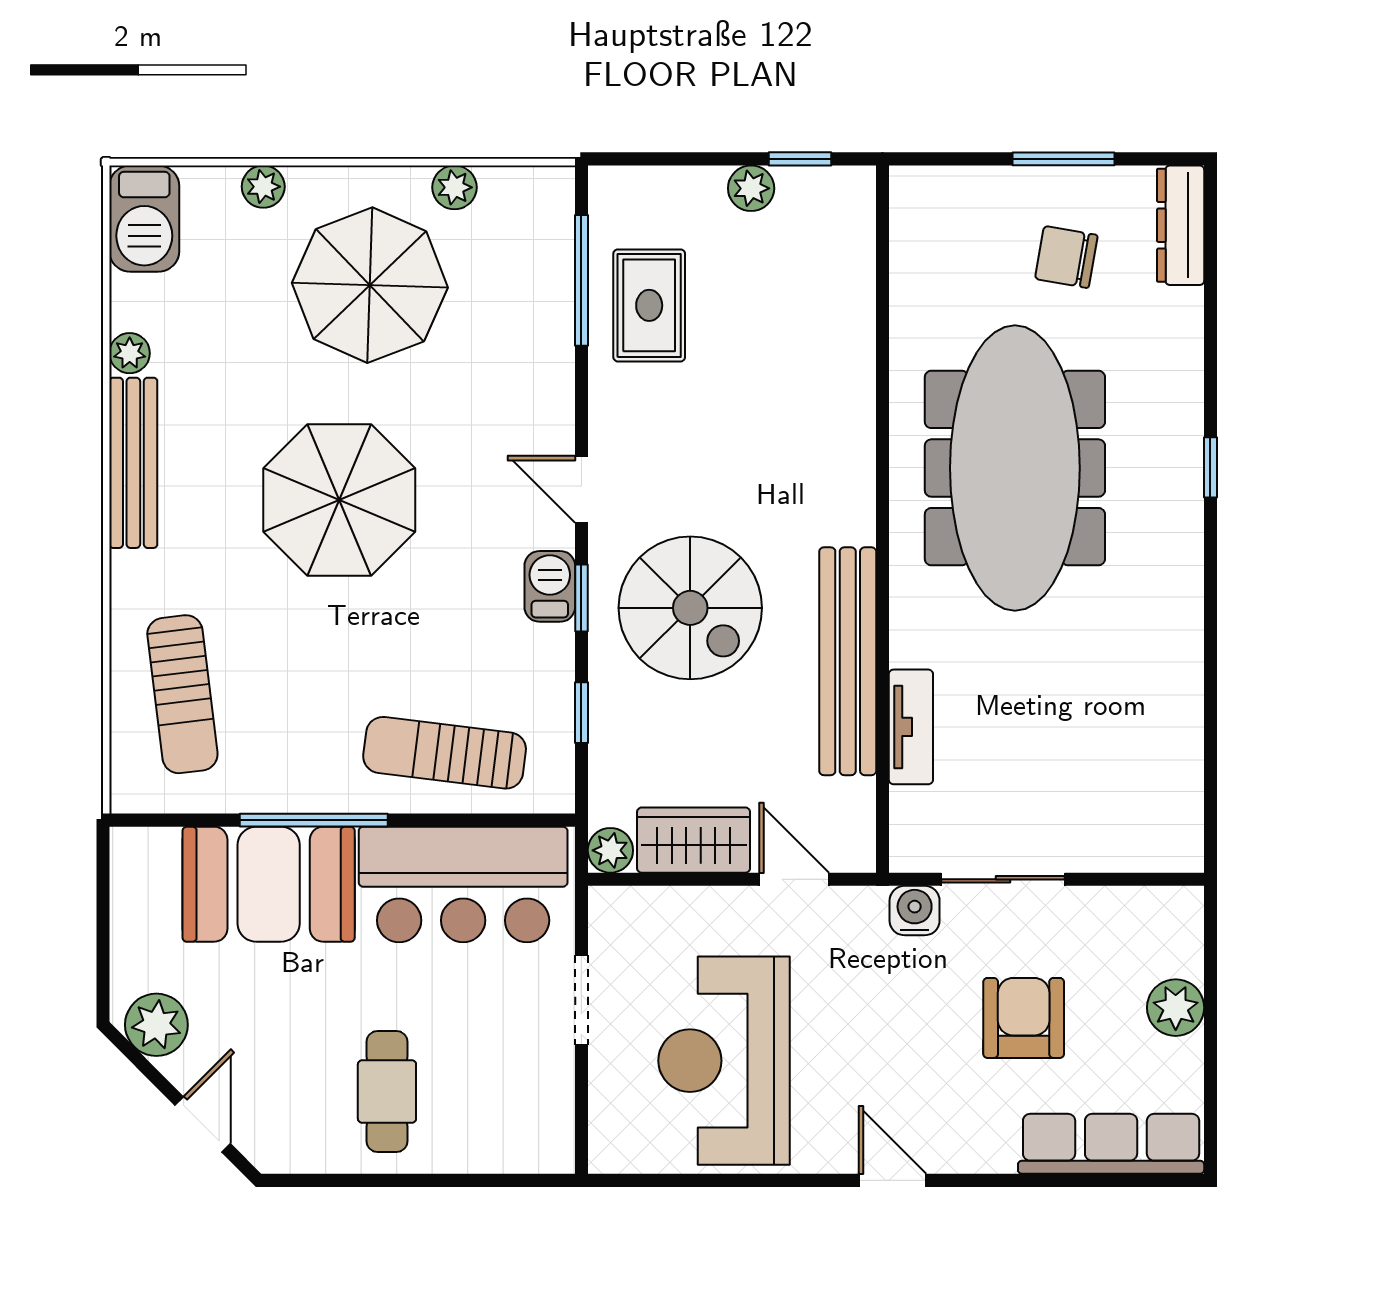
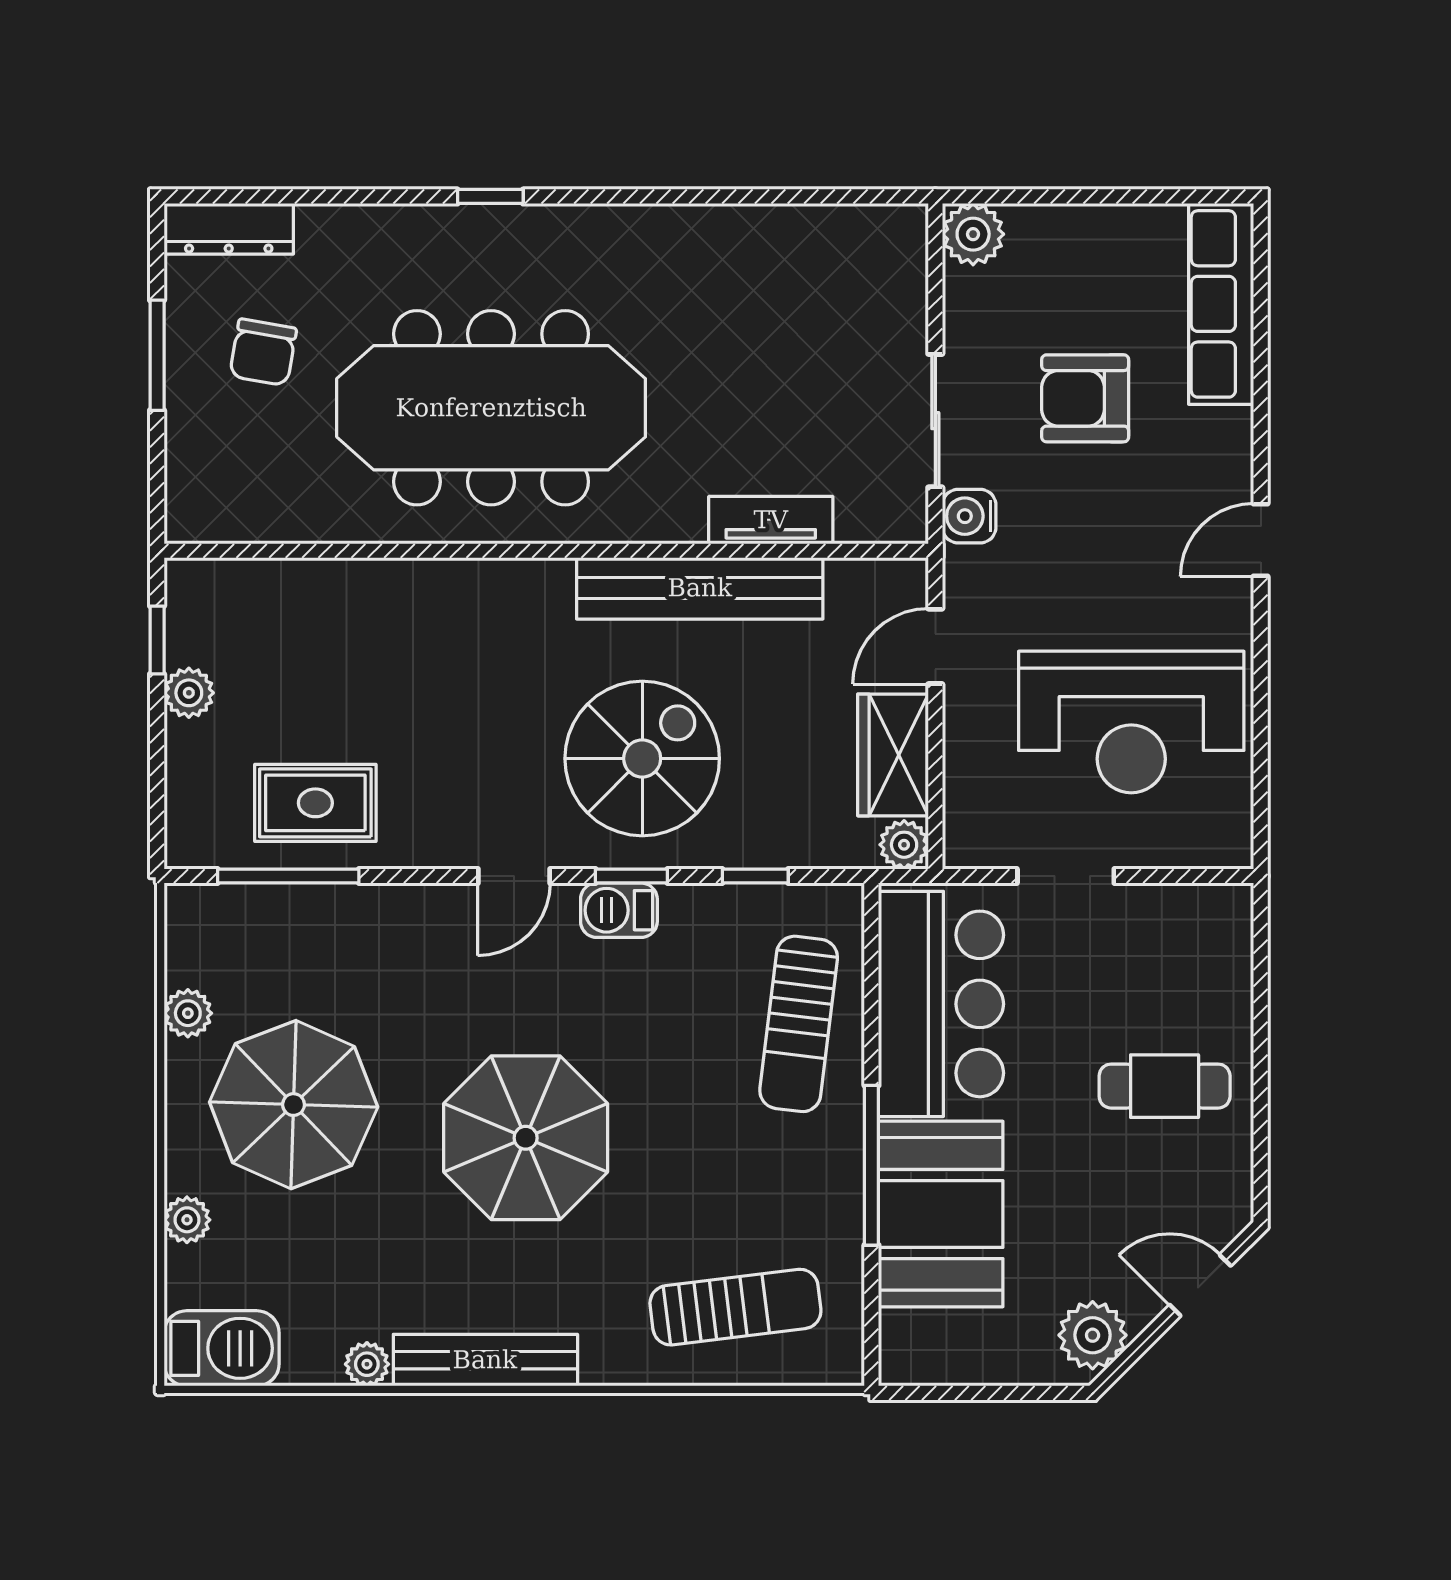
plant: (1176, 1008) -> (973, 234), moved

